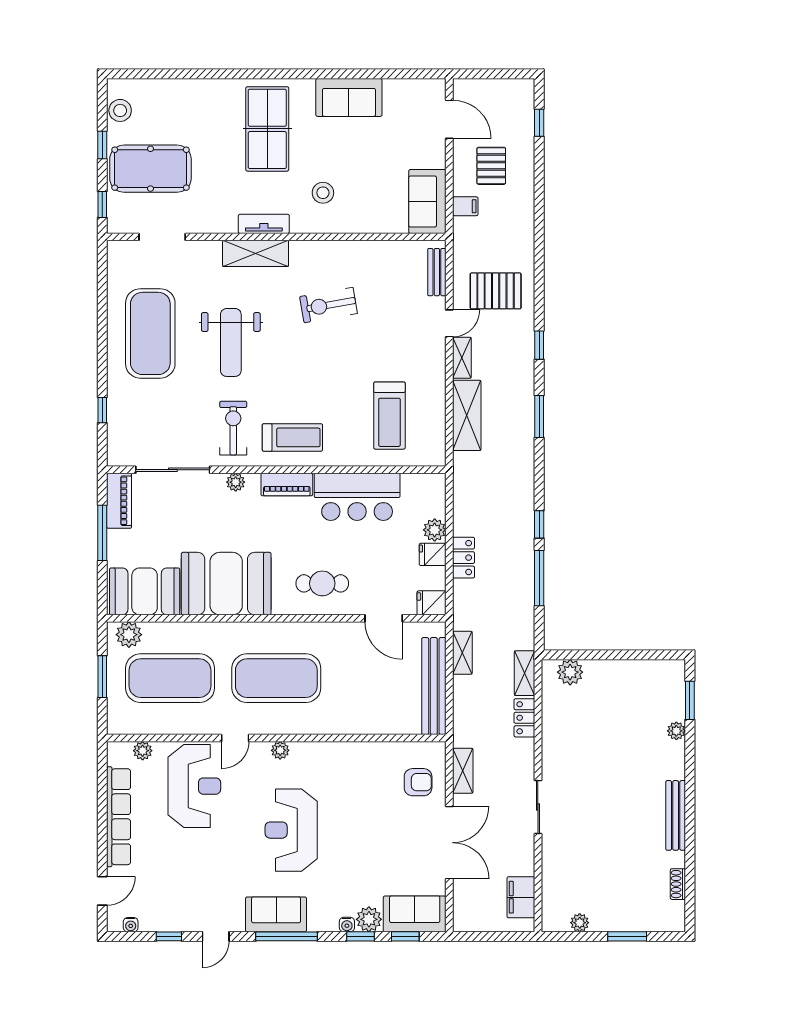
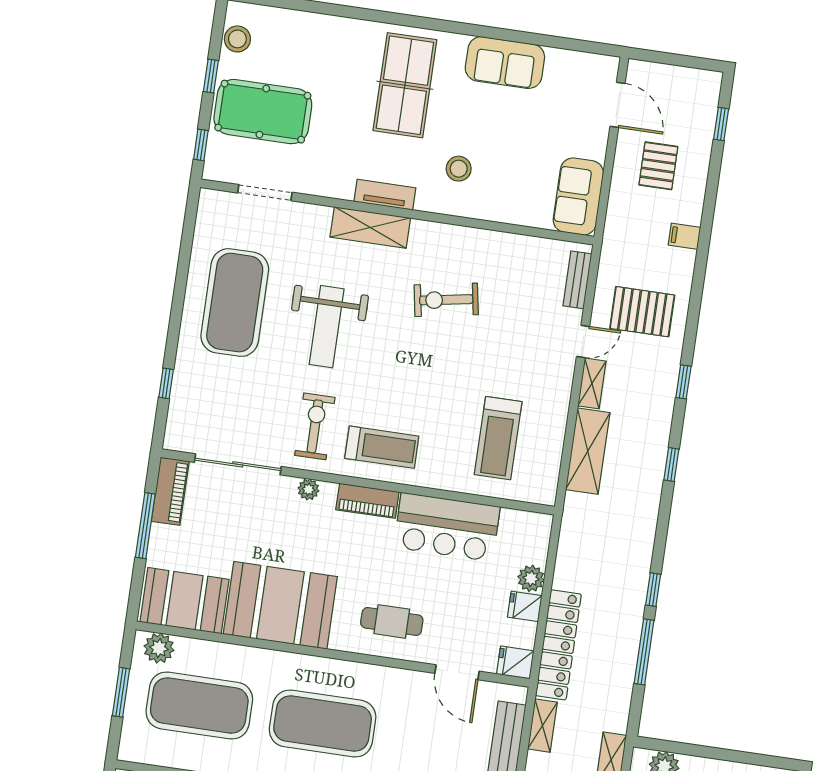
filing cabinet: (465, 206) -> (684, 236), moved, turned 180
window: (539, 416) -> (671, 465), width x0.67
locker: (464, 558) -> (558, 645), width x2.16, depth x1.21

